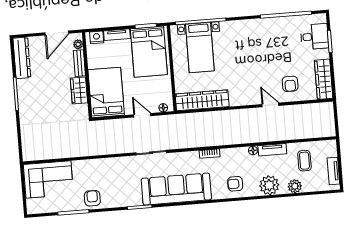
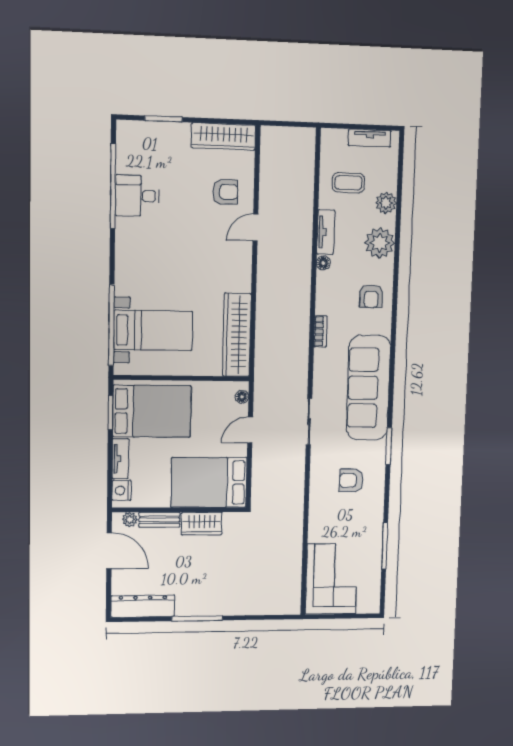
desk: (314, 37) -> (137, 196), moved, turned -90
armchair: (92, 198) -> (351, 480), moved

